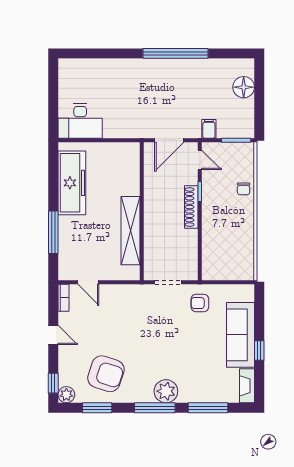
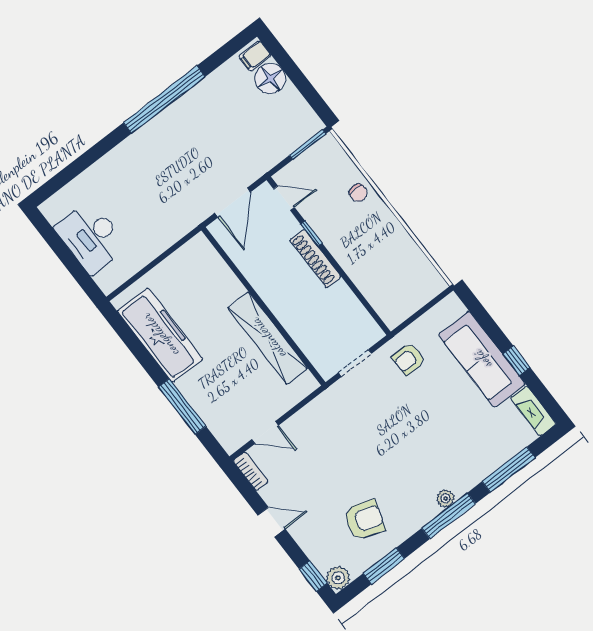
desk: (80, 121) -> (91, 237), moved, turned 90
filing cabinet: (209, 129) -> (255, 56), moved, turned -90
armchair: (106, 374) -> (364, 520), width x0.73, depth x0.73
plant: (166, 391) -> (445, 498), width x0.53, depth x0.53

